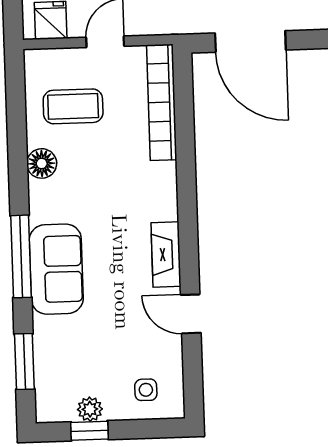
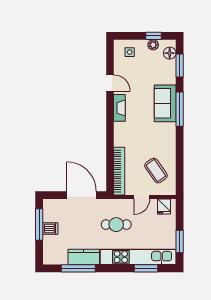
coffee table: (73, 106) -> (156, 171), turned 55
floor lamp: (42, 163) -> (170, 53), moved

